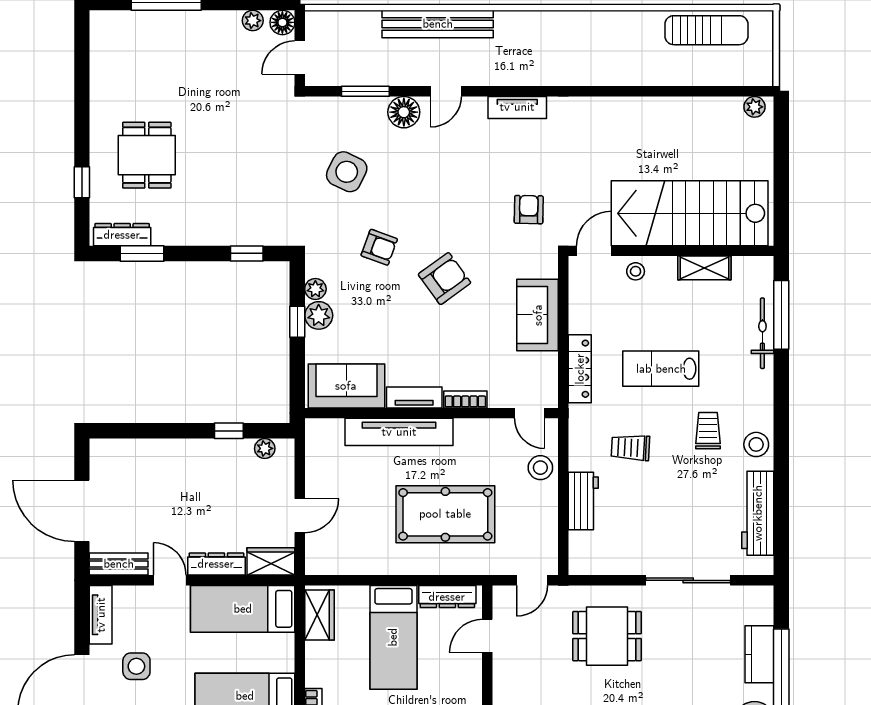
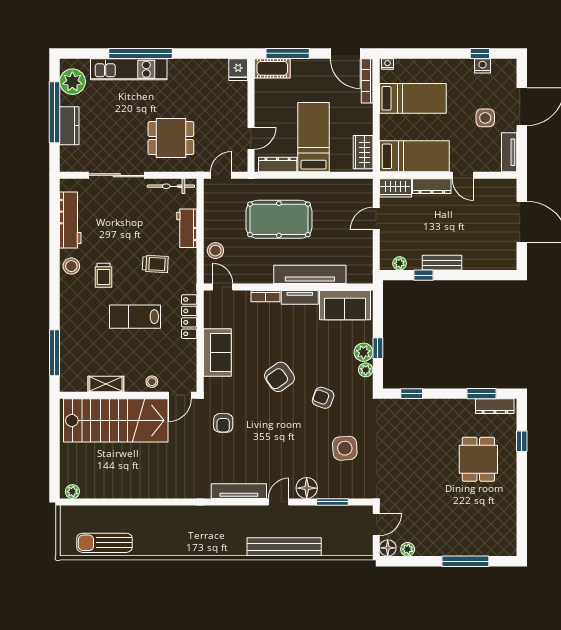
tv unit: (517, 107) -> (239, 491), width x1.41
side table: (347, 172) -> (345, 448), turned -30
bicycle: (762, 333) -> (171, 186), moved, turned 90
lab bench: (661, 369) -> (135, 317), turned 180
bench: (119, 564) -> (442, 263), moved

